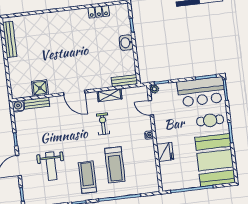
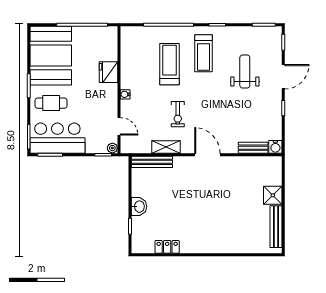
bench: (124, 81) -> (152, 162), width x1.36
shower: (40, 88) -> (273, 195), moved

